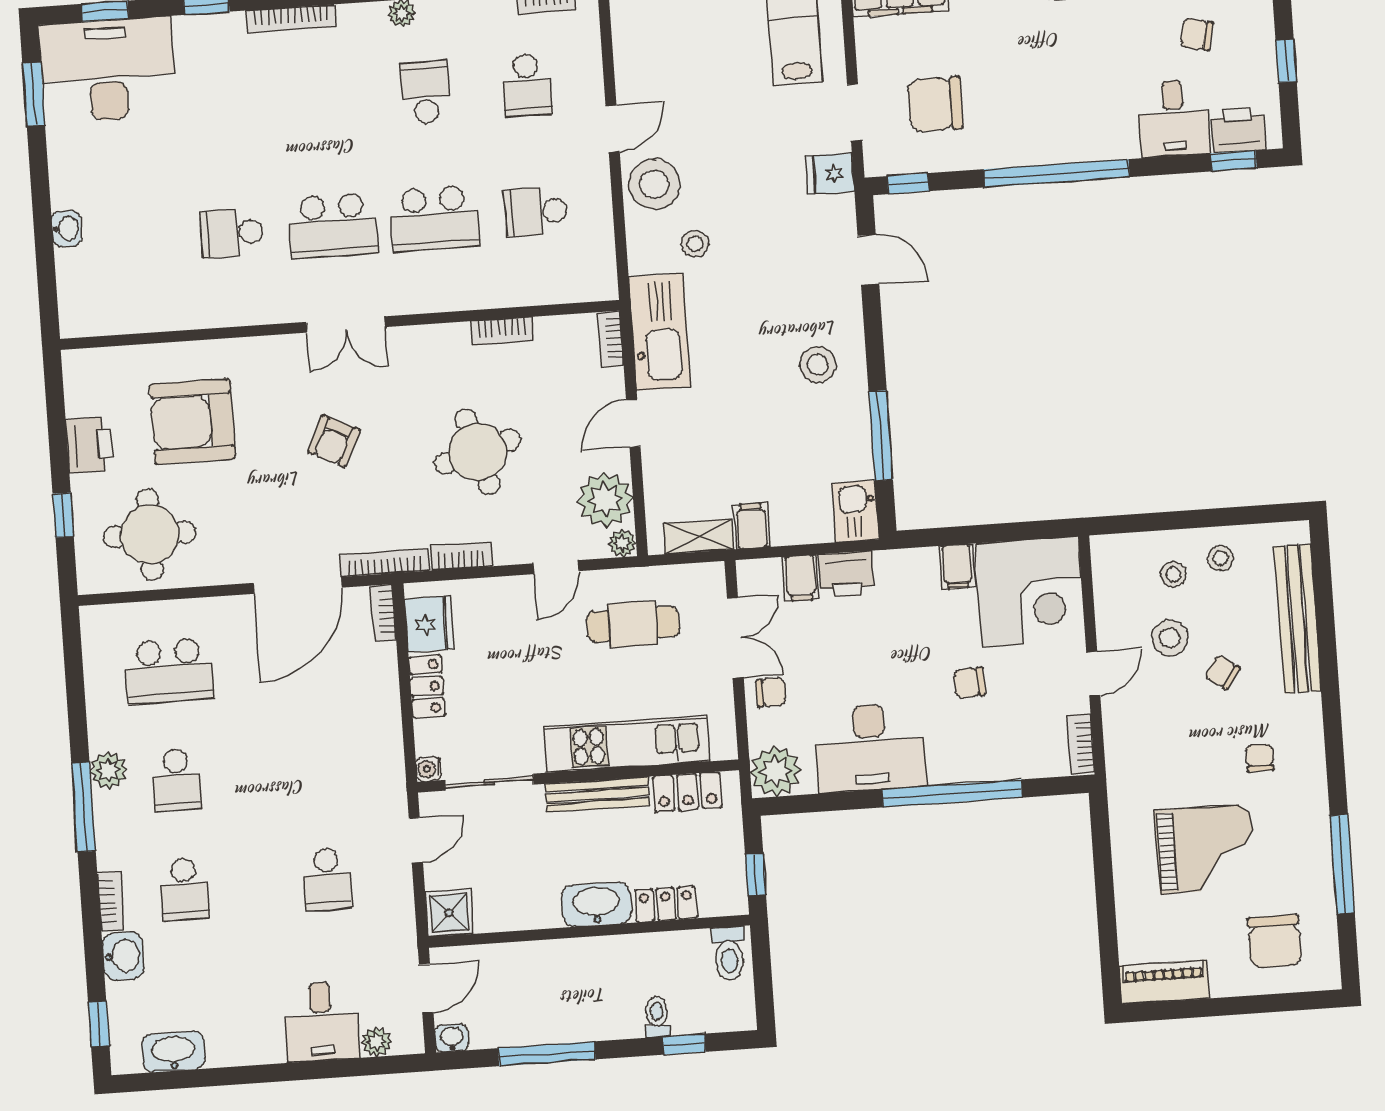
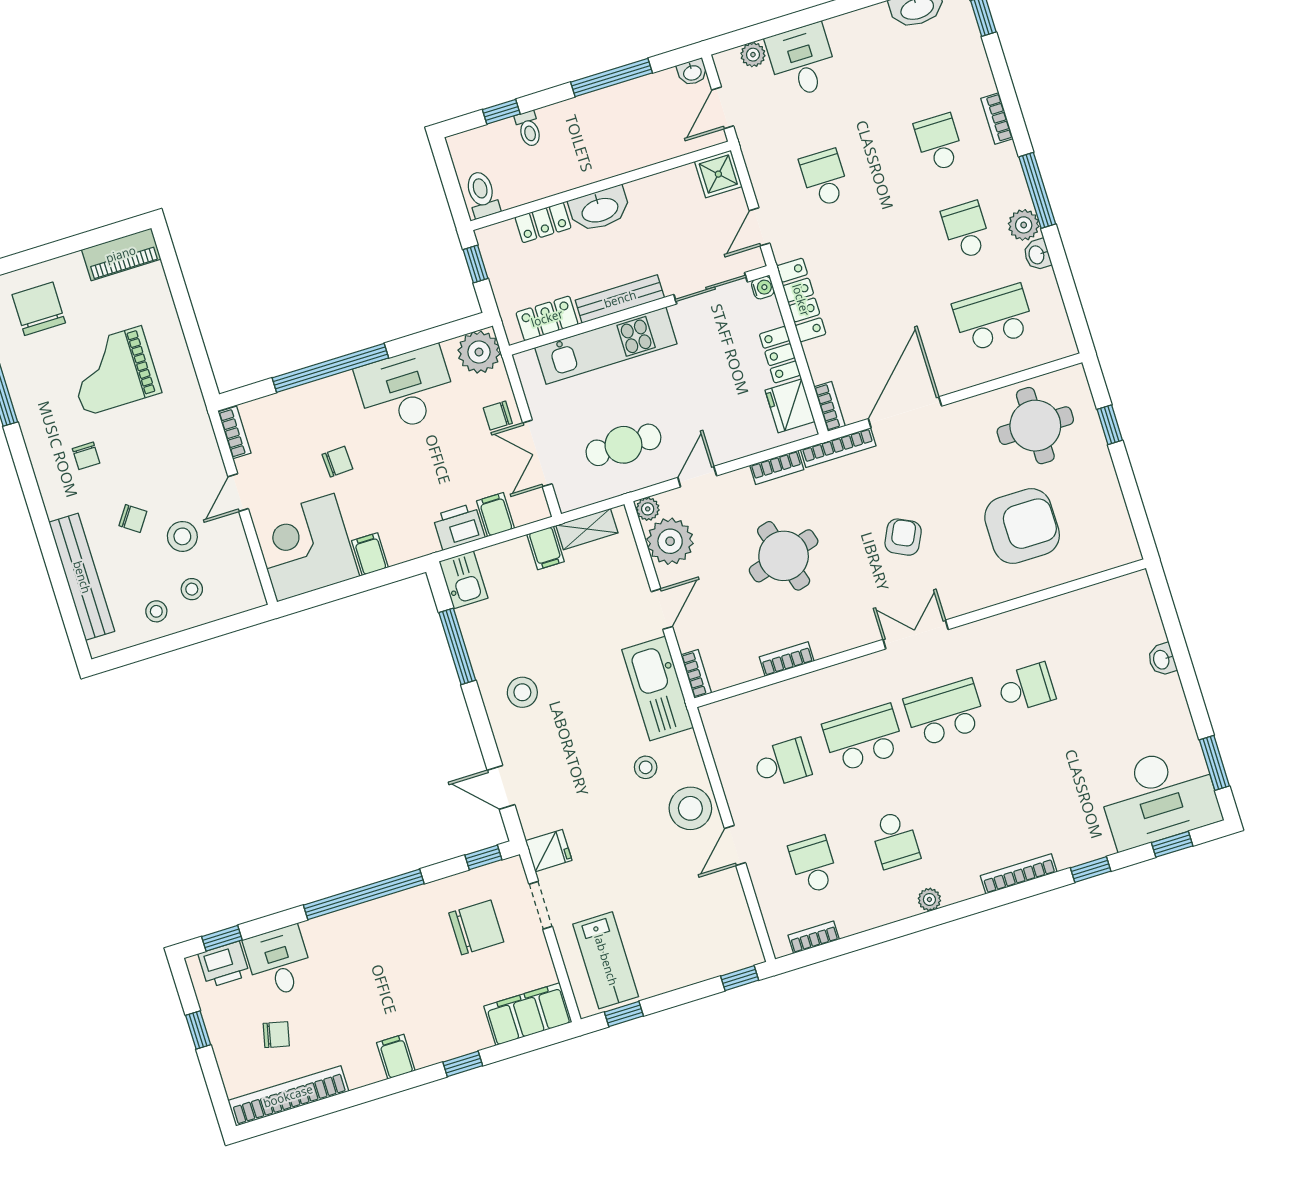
printer: (90, 445) -> (1102, 487), removed
locker: (387, 744) -> (801, 300), added
washbasin: (123, 956) -> (1037, 255), moved, width x0.72, depth x0.69

